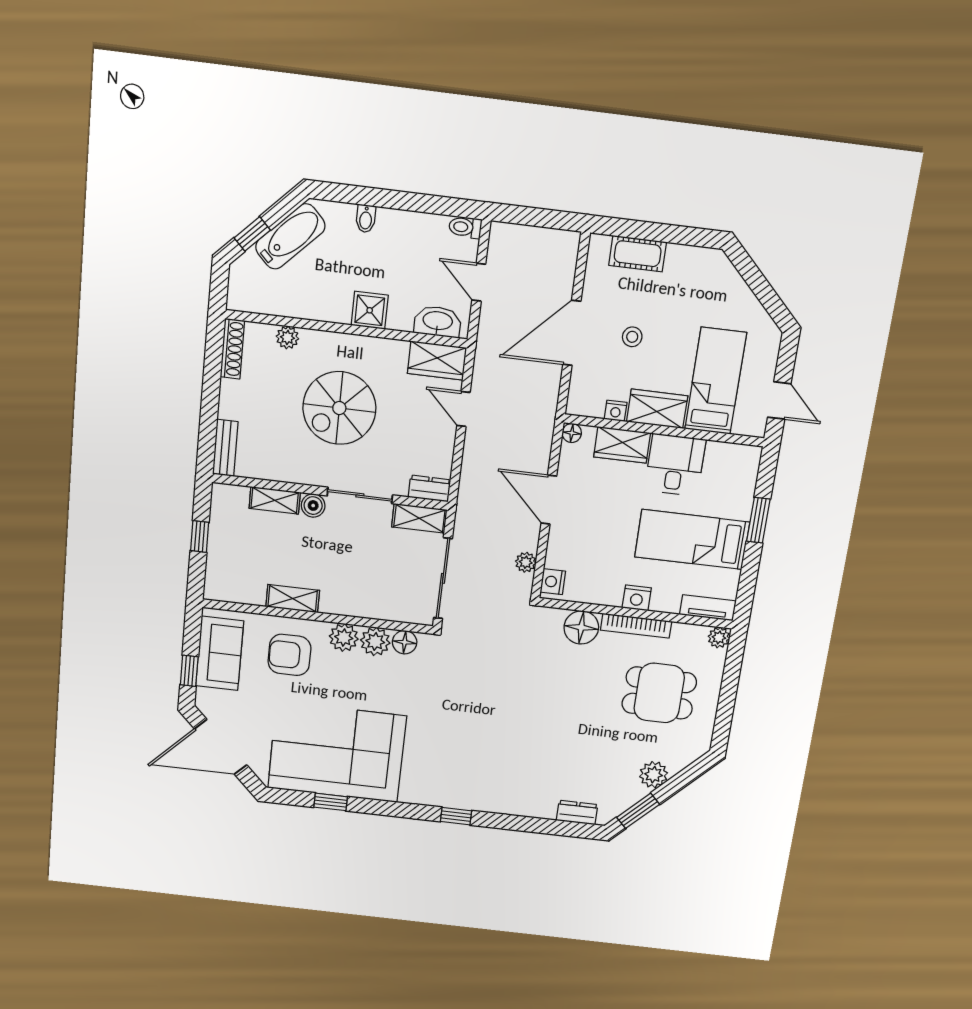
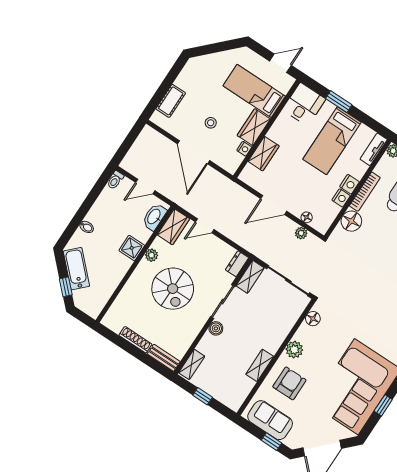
plant: (287, 337) -> (152, 255), moved
shoe rack: (232, 349) -> (135, 340), moved
floor lamp: (572, 433) -> (307, 217), moved
desk: (675, 465) -> (304, 104), moved, turned 90
shelving: (275, 500) -> (192, 364), moved
nightstand: (553, 582) -> (341, 198), moved, turned -90
plant: (375, 642) -> (305, 334), removed
armchair: (289, 655) -> (289, 383), turned 180

